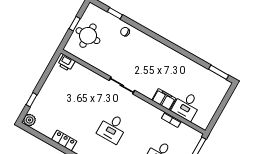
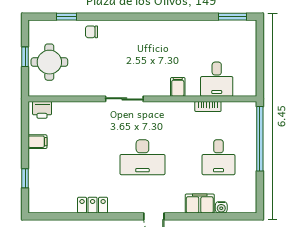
filing cabinet: (52, 81) -> (38, 142), added
filing cabinet: (164, 99) -> (178, 87), width x0.50
plant: (30, 120) -> (37, 204), removed
desk: (112, 128) -> (142, 157), width x1.37

